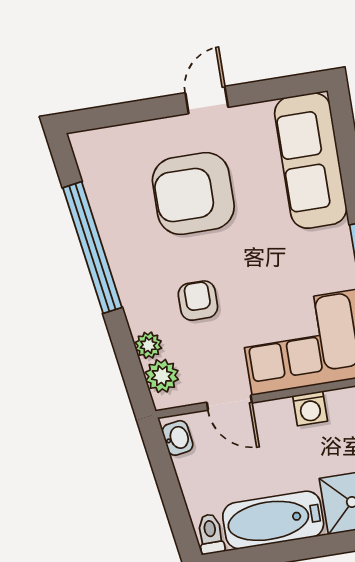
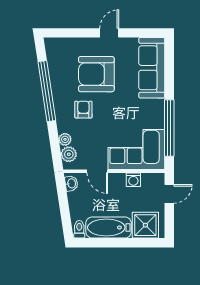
armchair: (198, 301) -> (83, 110), moved

